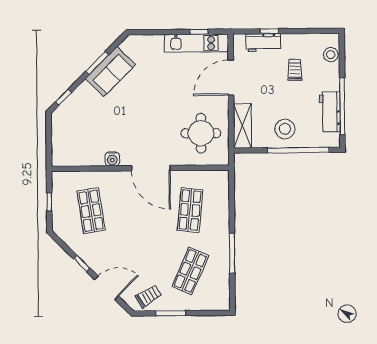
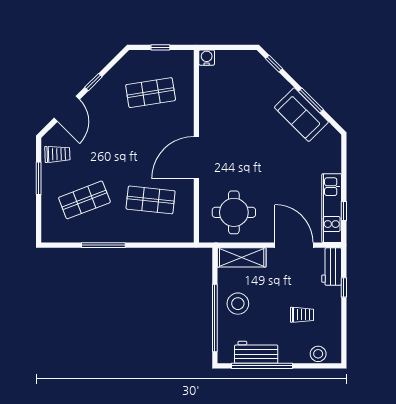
workbench: (263, 43) -> (332, 267), moved
water cooler: (112, 159) -> (207, 58), moved, turned 90
shop shelf: (190, 271) -> (84, 200), turned -45
trolley: (148, 296) -> (57, 154), turned -61

